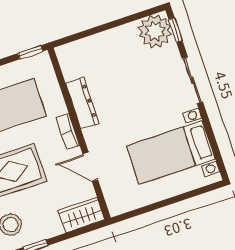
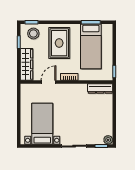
plant: (155, 31) -> (108, 140), width x0.53, depth x0.53
dresser: (82, 103) -> (100, 88), moved
wardrobe: (81, 215) -> (26, 64), width x1.50

